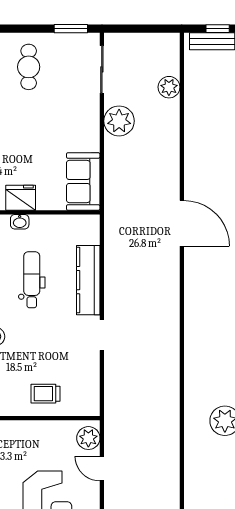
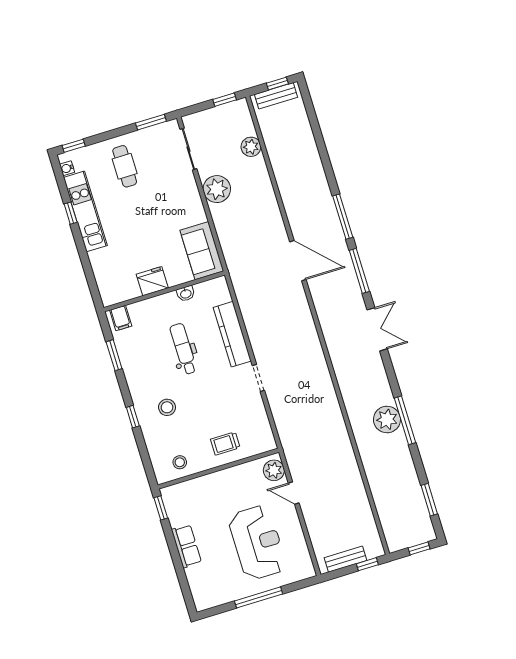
window: (156, 29) -> (225, 100), added
washbasin: (20, 222) -> (186, 294), moved

